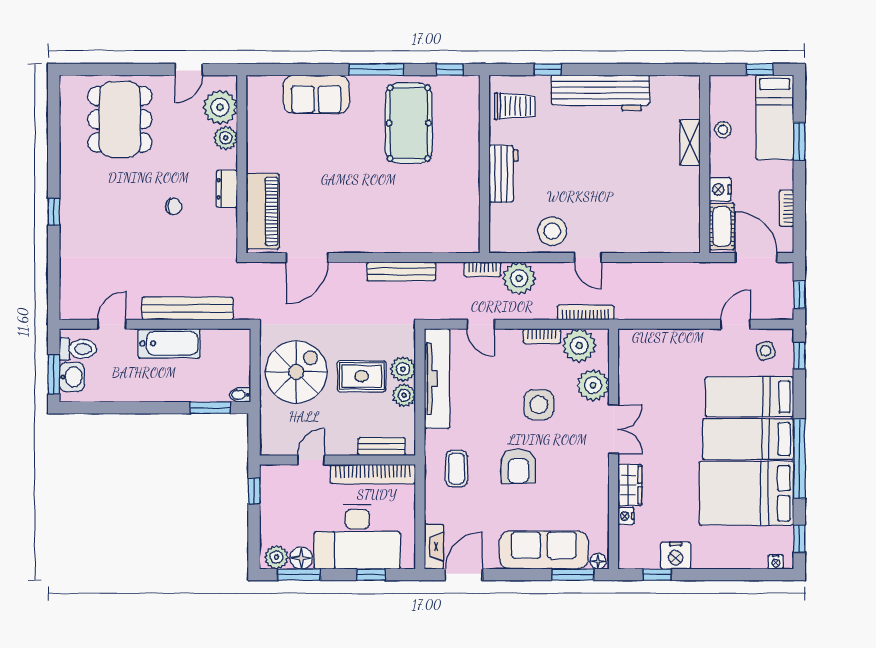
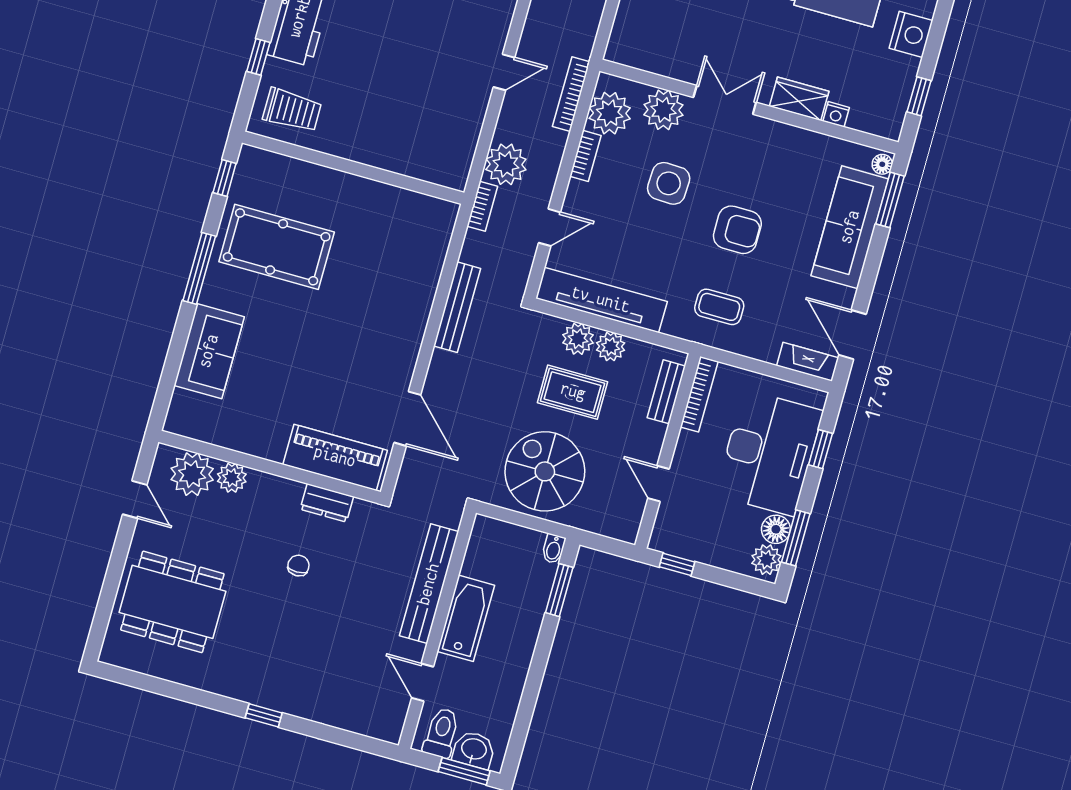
trolley: (515, 106) -> (292, 110), turned 90
workbench: (503, 174) -> (372, 148), removed
dresser: (227, 189) -> (327, 503), moved
stool: (552, 231) -> (459, 107), removed
rug: (362, 376) -> (573, 392), turned 90
bookcase: (373, 474) -> (699, 394), width x0.68, depth x0.76
nightstand: (676, 556) -> (911, 34), moved

